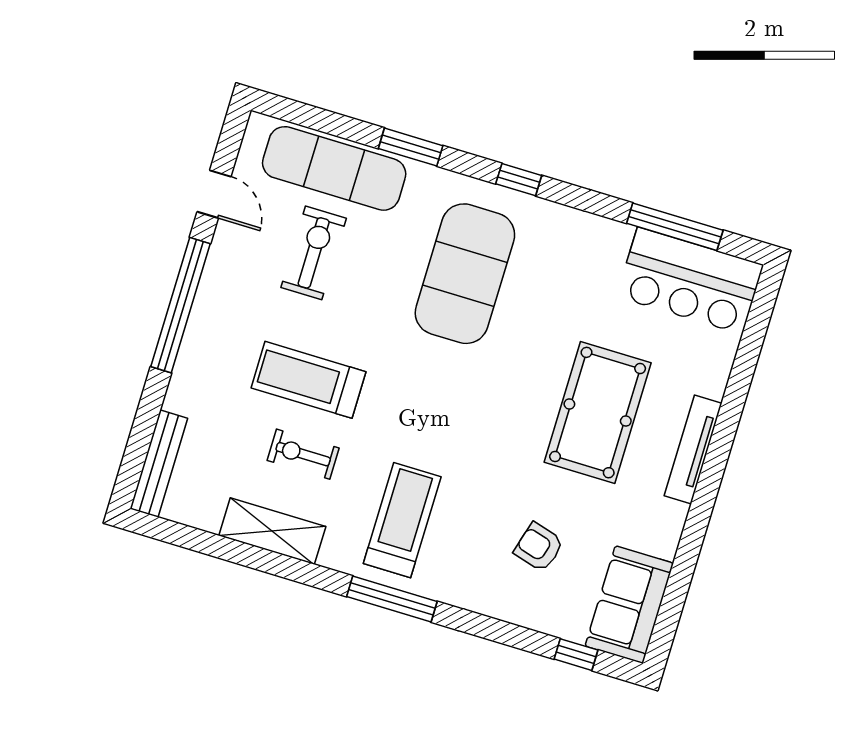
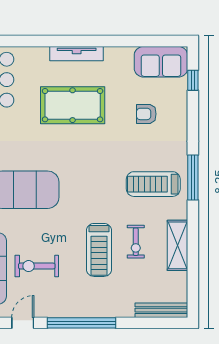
armchair: (539, 547) -> (146, 114), turned 74

